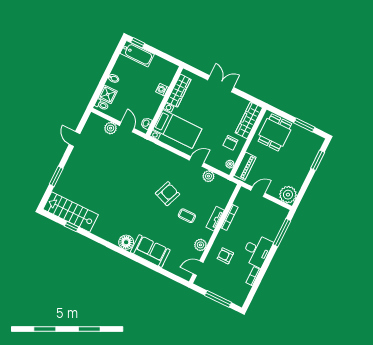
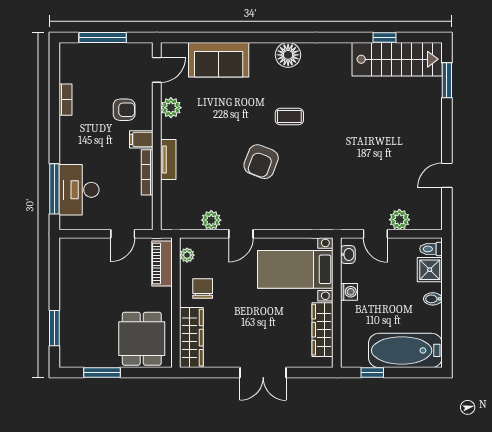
window: (138, 43) -> (372, 373), moved
bathtub: (137, 54) -> (405, 350), width x1.36, depth x1.36
washing machine: (162, 90) -> (349, 292), moved
door: (75, 139) -> (447, 175), swing flipped
window: (56, 176) -> (447, 80), moved
plant: (288, 195) -> (74, 252), removed
coffee table: (187, 216) -> (289, 116), moved
filing cabinet: (224, 236) -> (141, 139), added
sofa: (150, 251) -> (219, 60), moved
desk: (257, 251) -> (79, 190), moved

